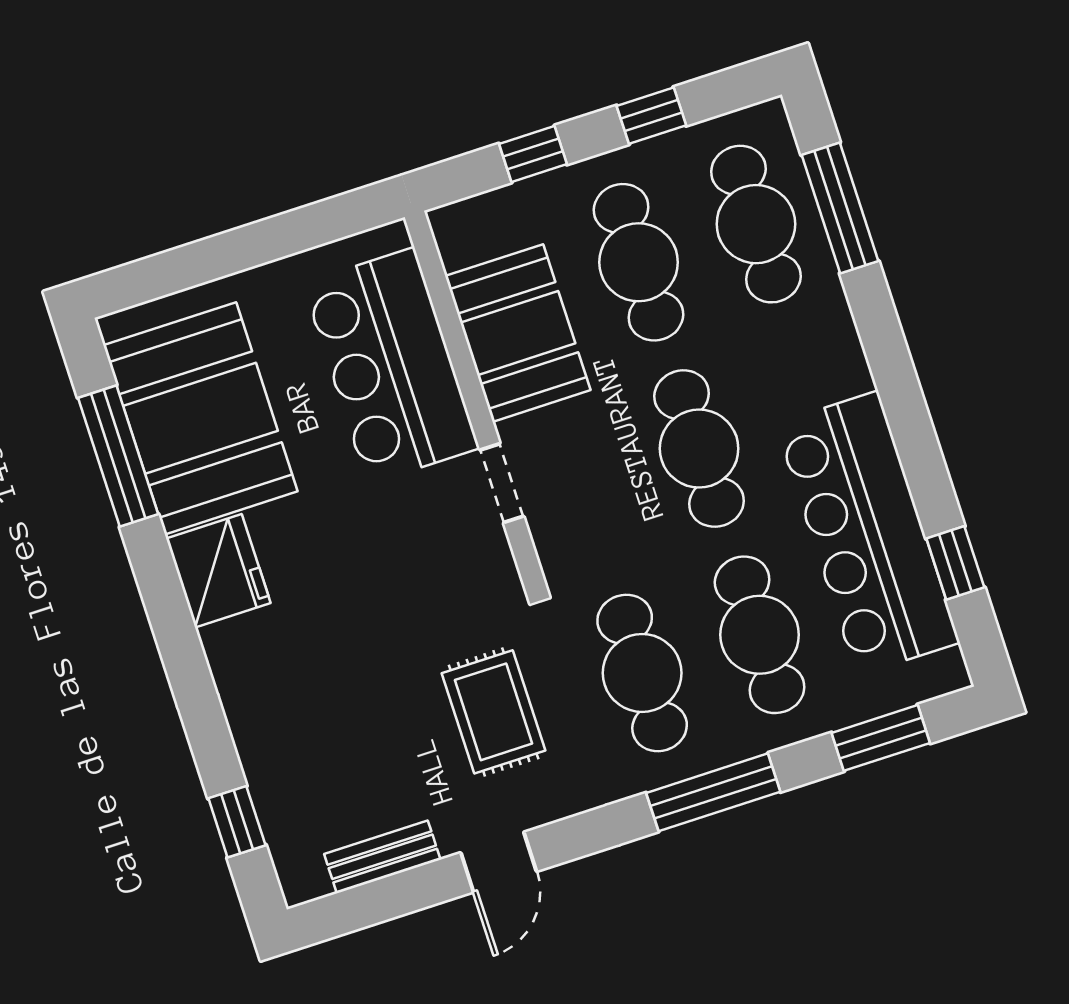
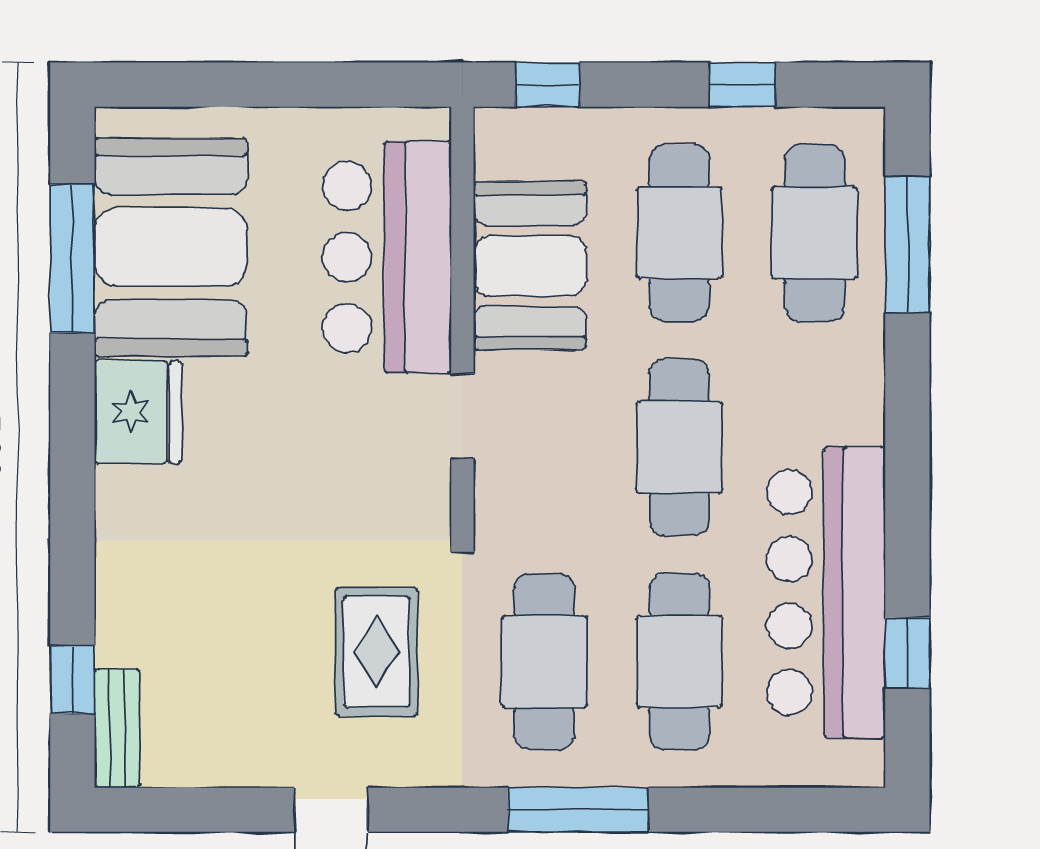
window: (533, 154) -> (547, 85), moved
window: (881, 738) -> (771, 810), removed
bench: (382, 857) -> (117, 728), moved, turned 90

